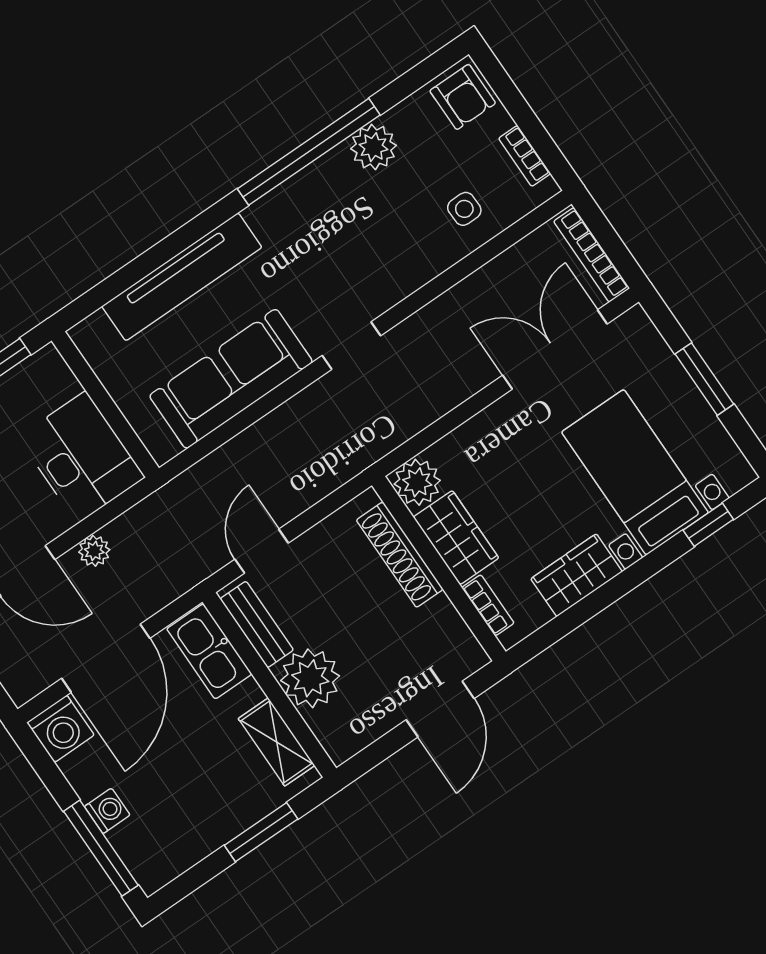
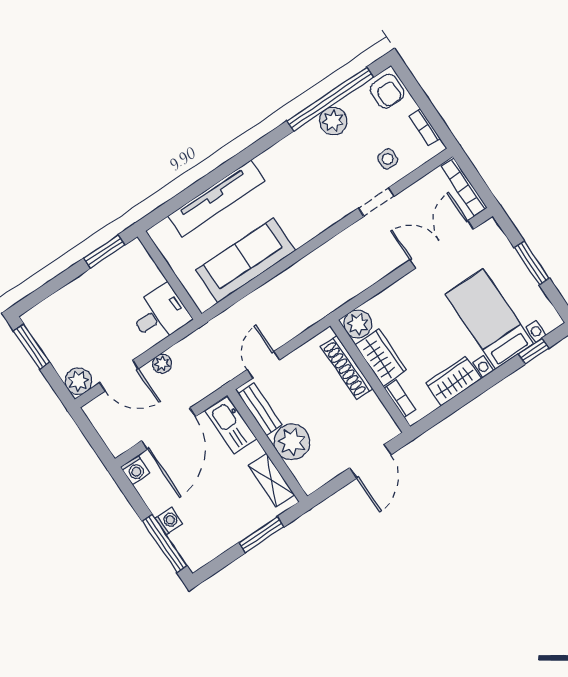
window: (309, 152) -> (330, 99), moved
doorway: (351, 346) -> (376, 202), moved
desk: (82, 457) -> (160, 314), width x0.73
washing machine: (60, 729) -> (135, 470), width x0.73, depth x0.73

